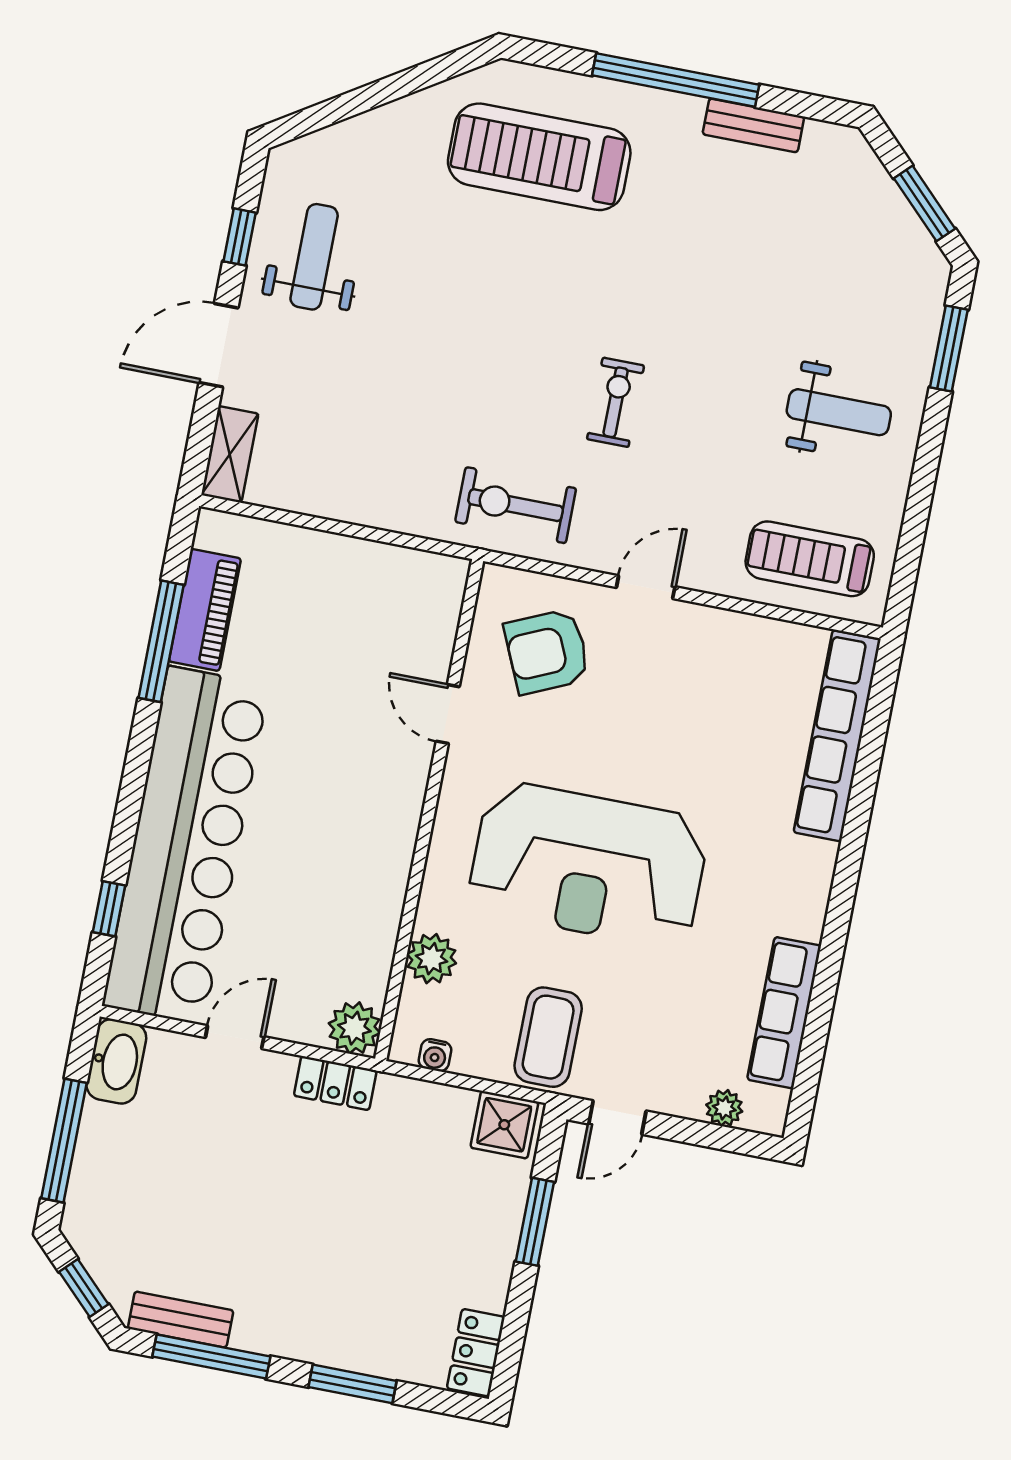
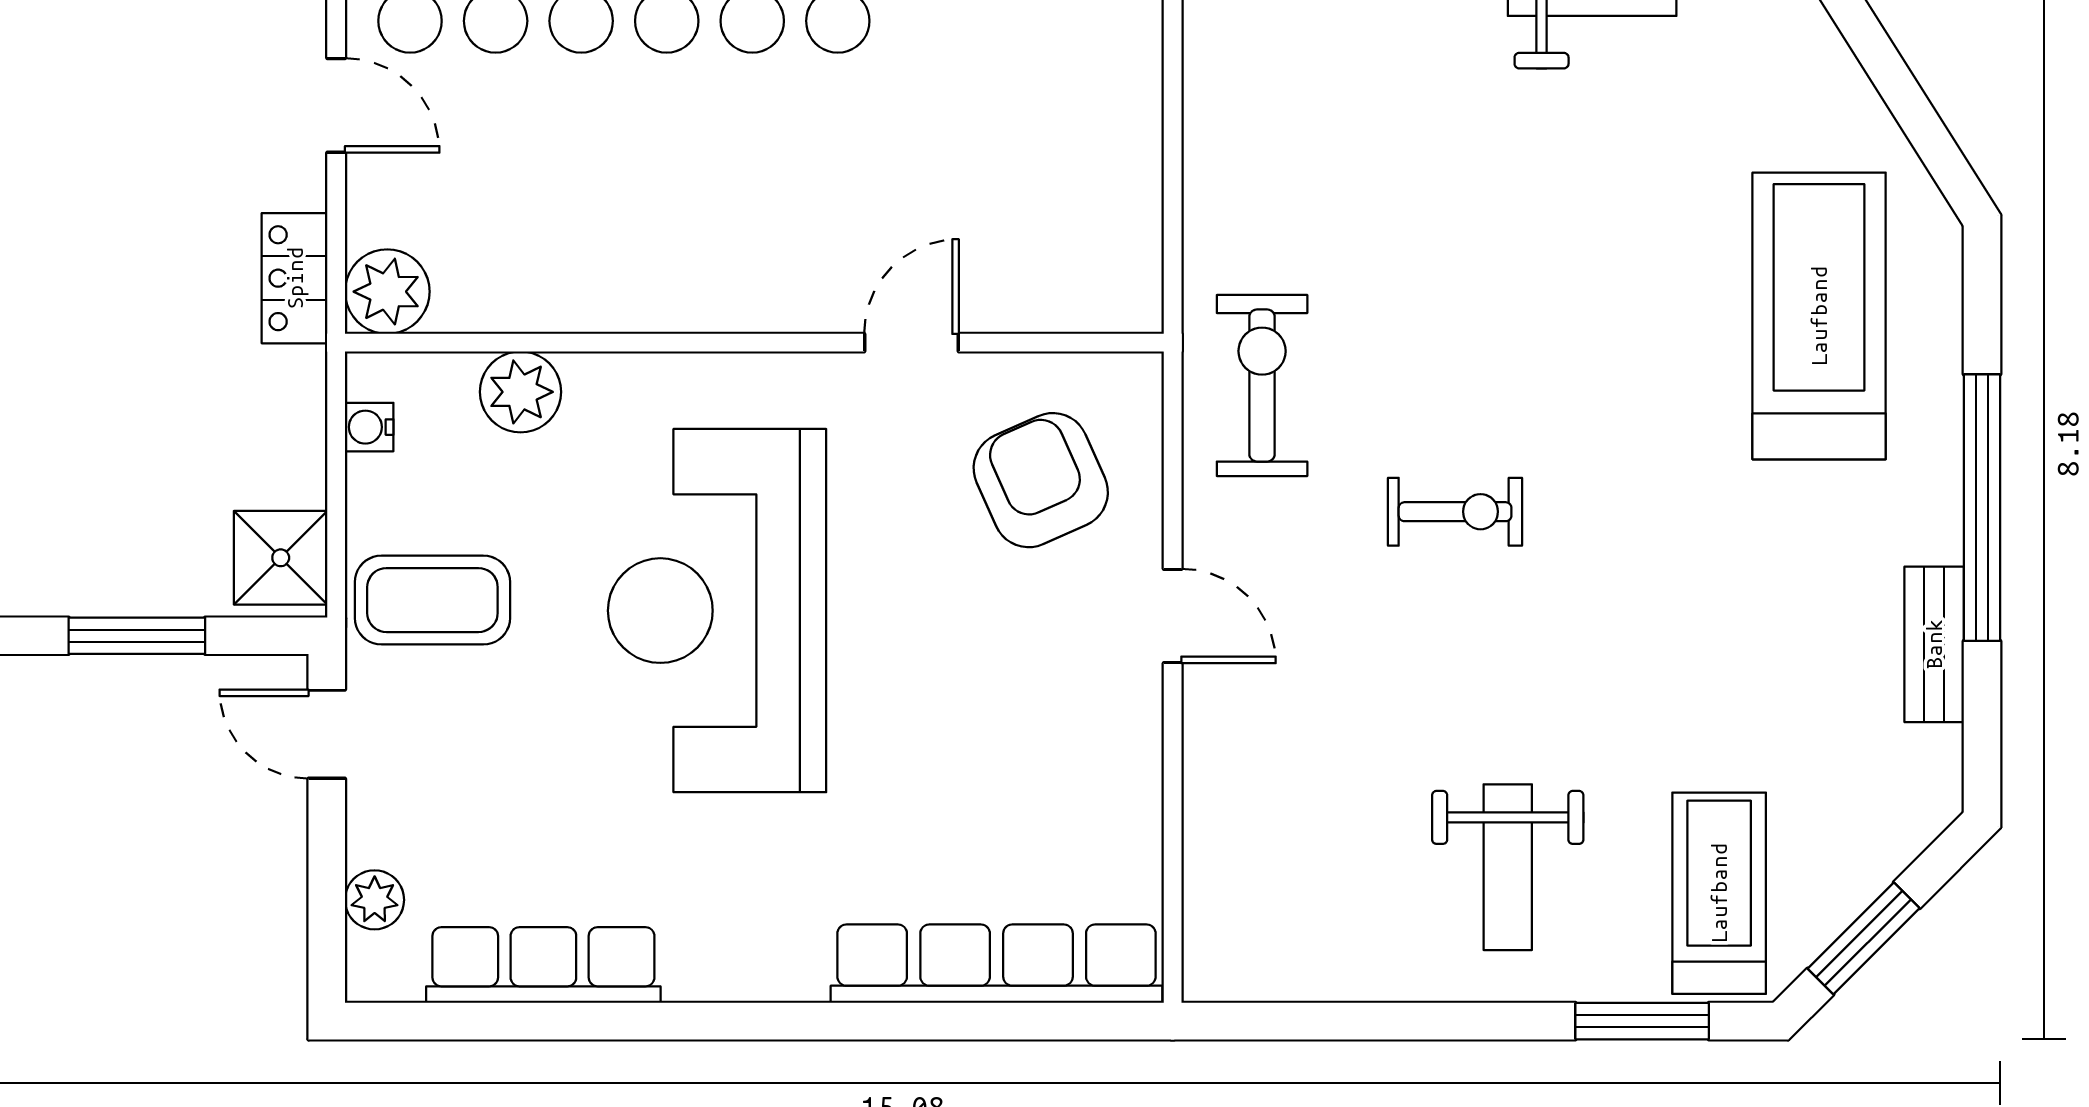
treadmill: (810, 559) -> (1719, 893), moved

